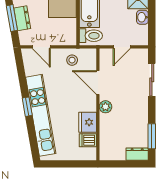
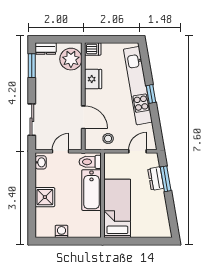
washbasin: (142, 17) -> (41, 162), moved
door: (41, 47) -> (137, 151), hinge flipped
plant: (105, 107) -> (71, 59), moved, width x1.88, depth x1.88
dishwasher: (88, 140) -> (93, 49), moved

